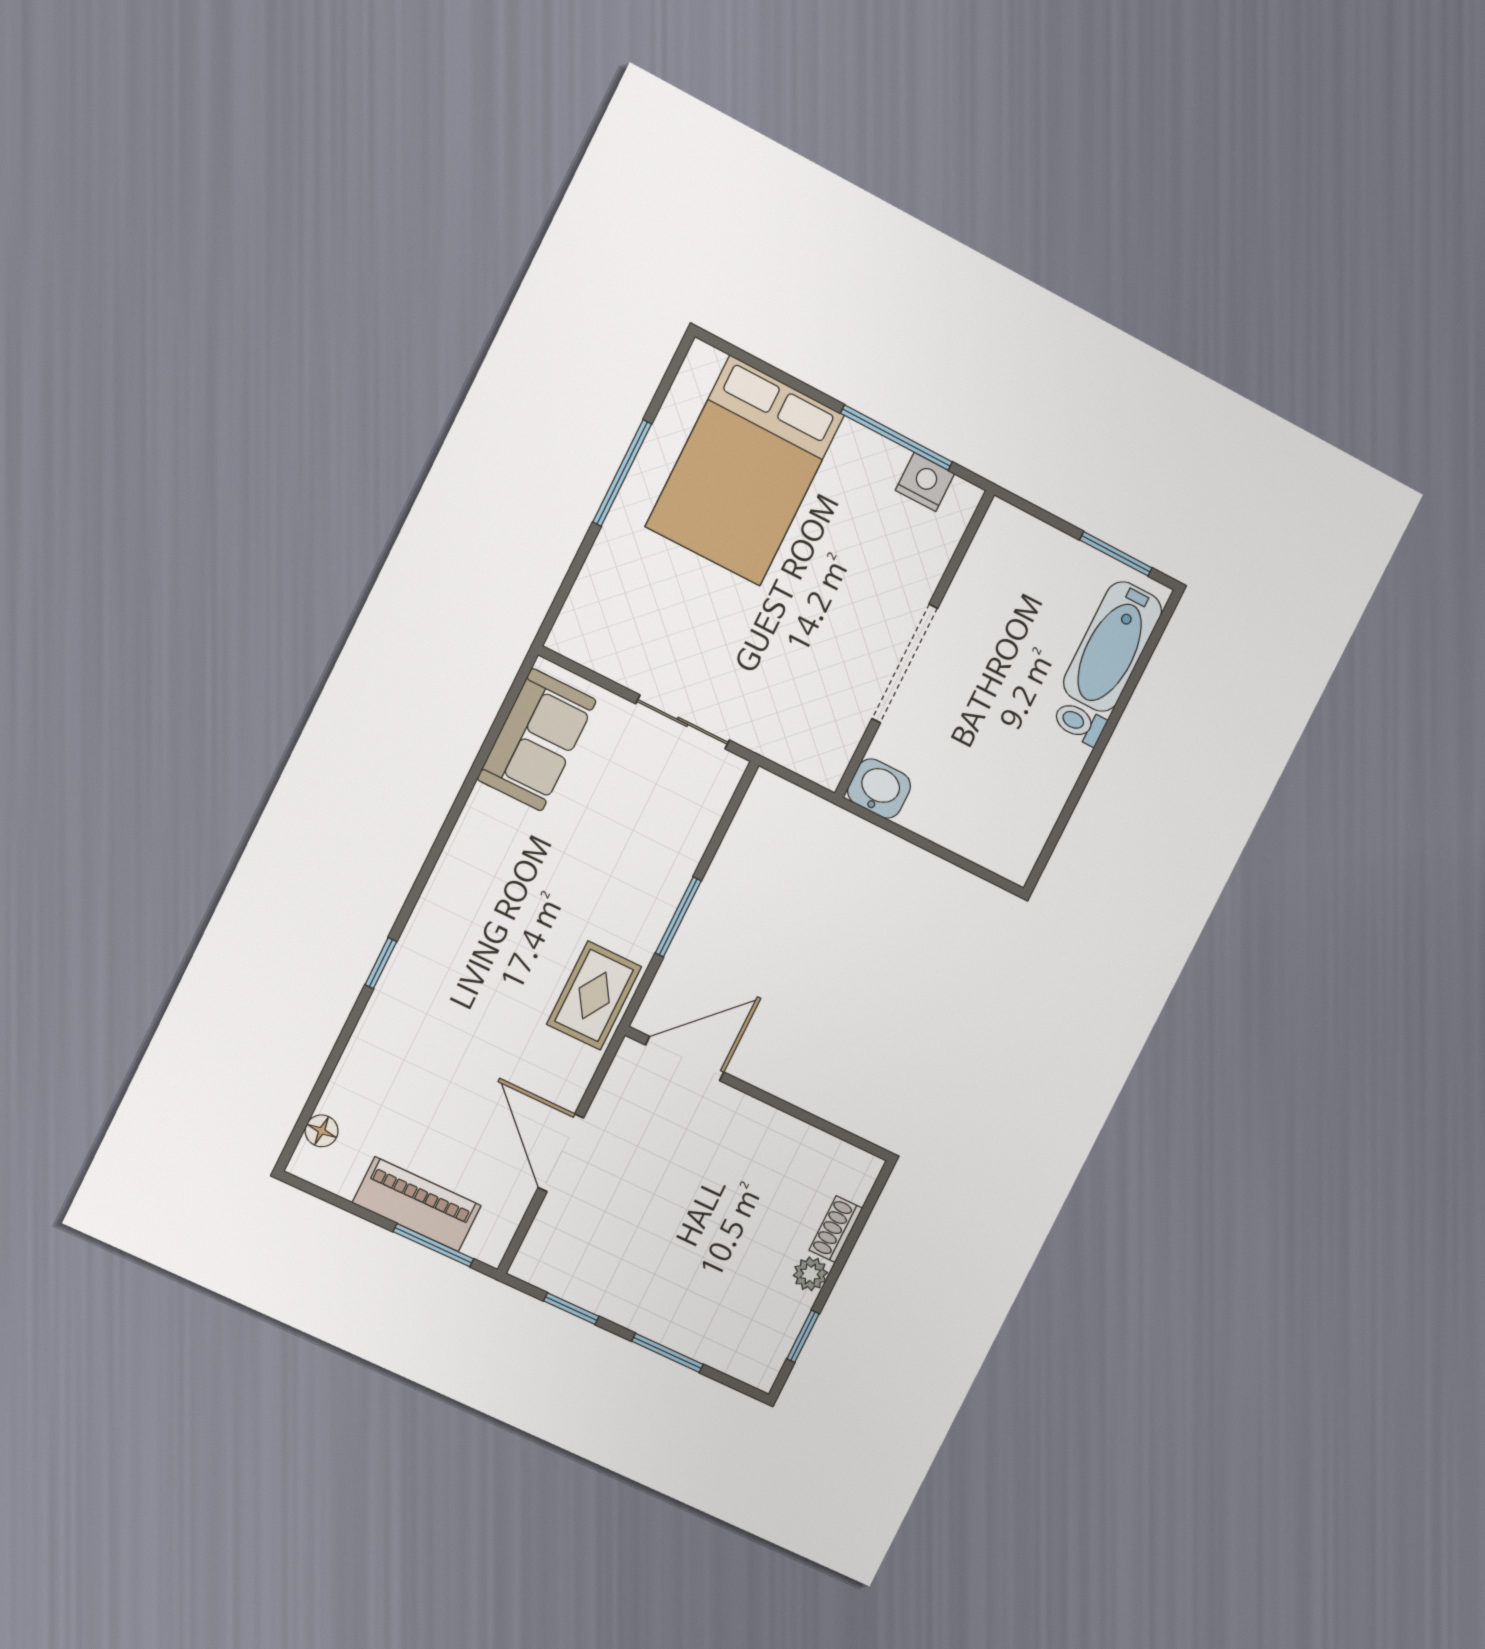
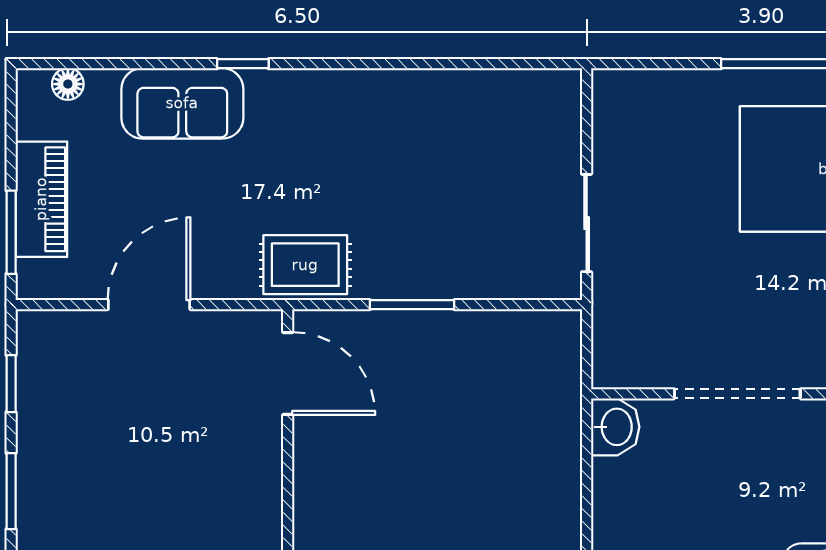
sofa: (537, 740) -> (182, 103), moved

